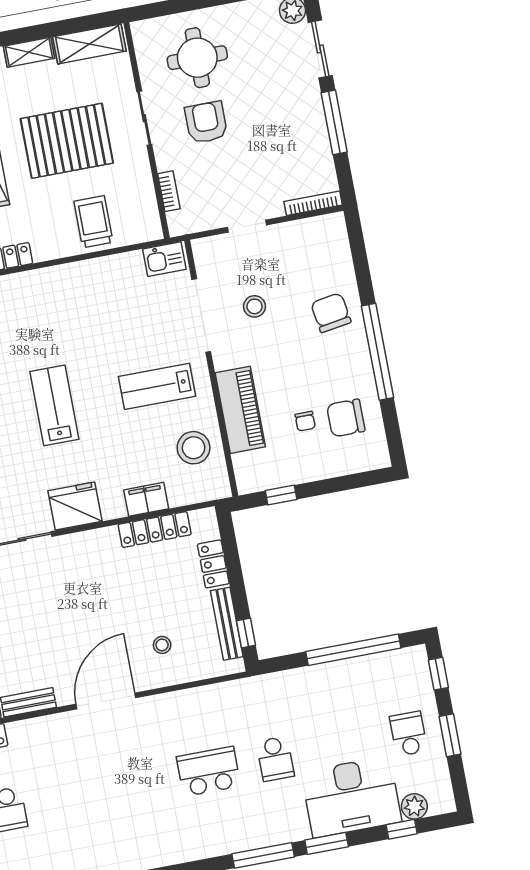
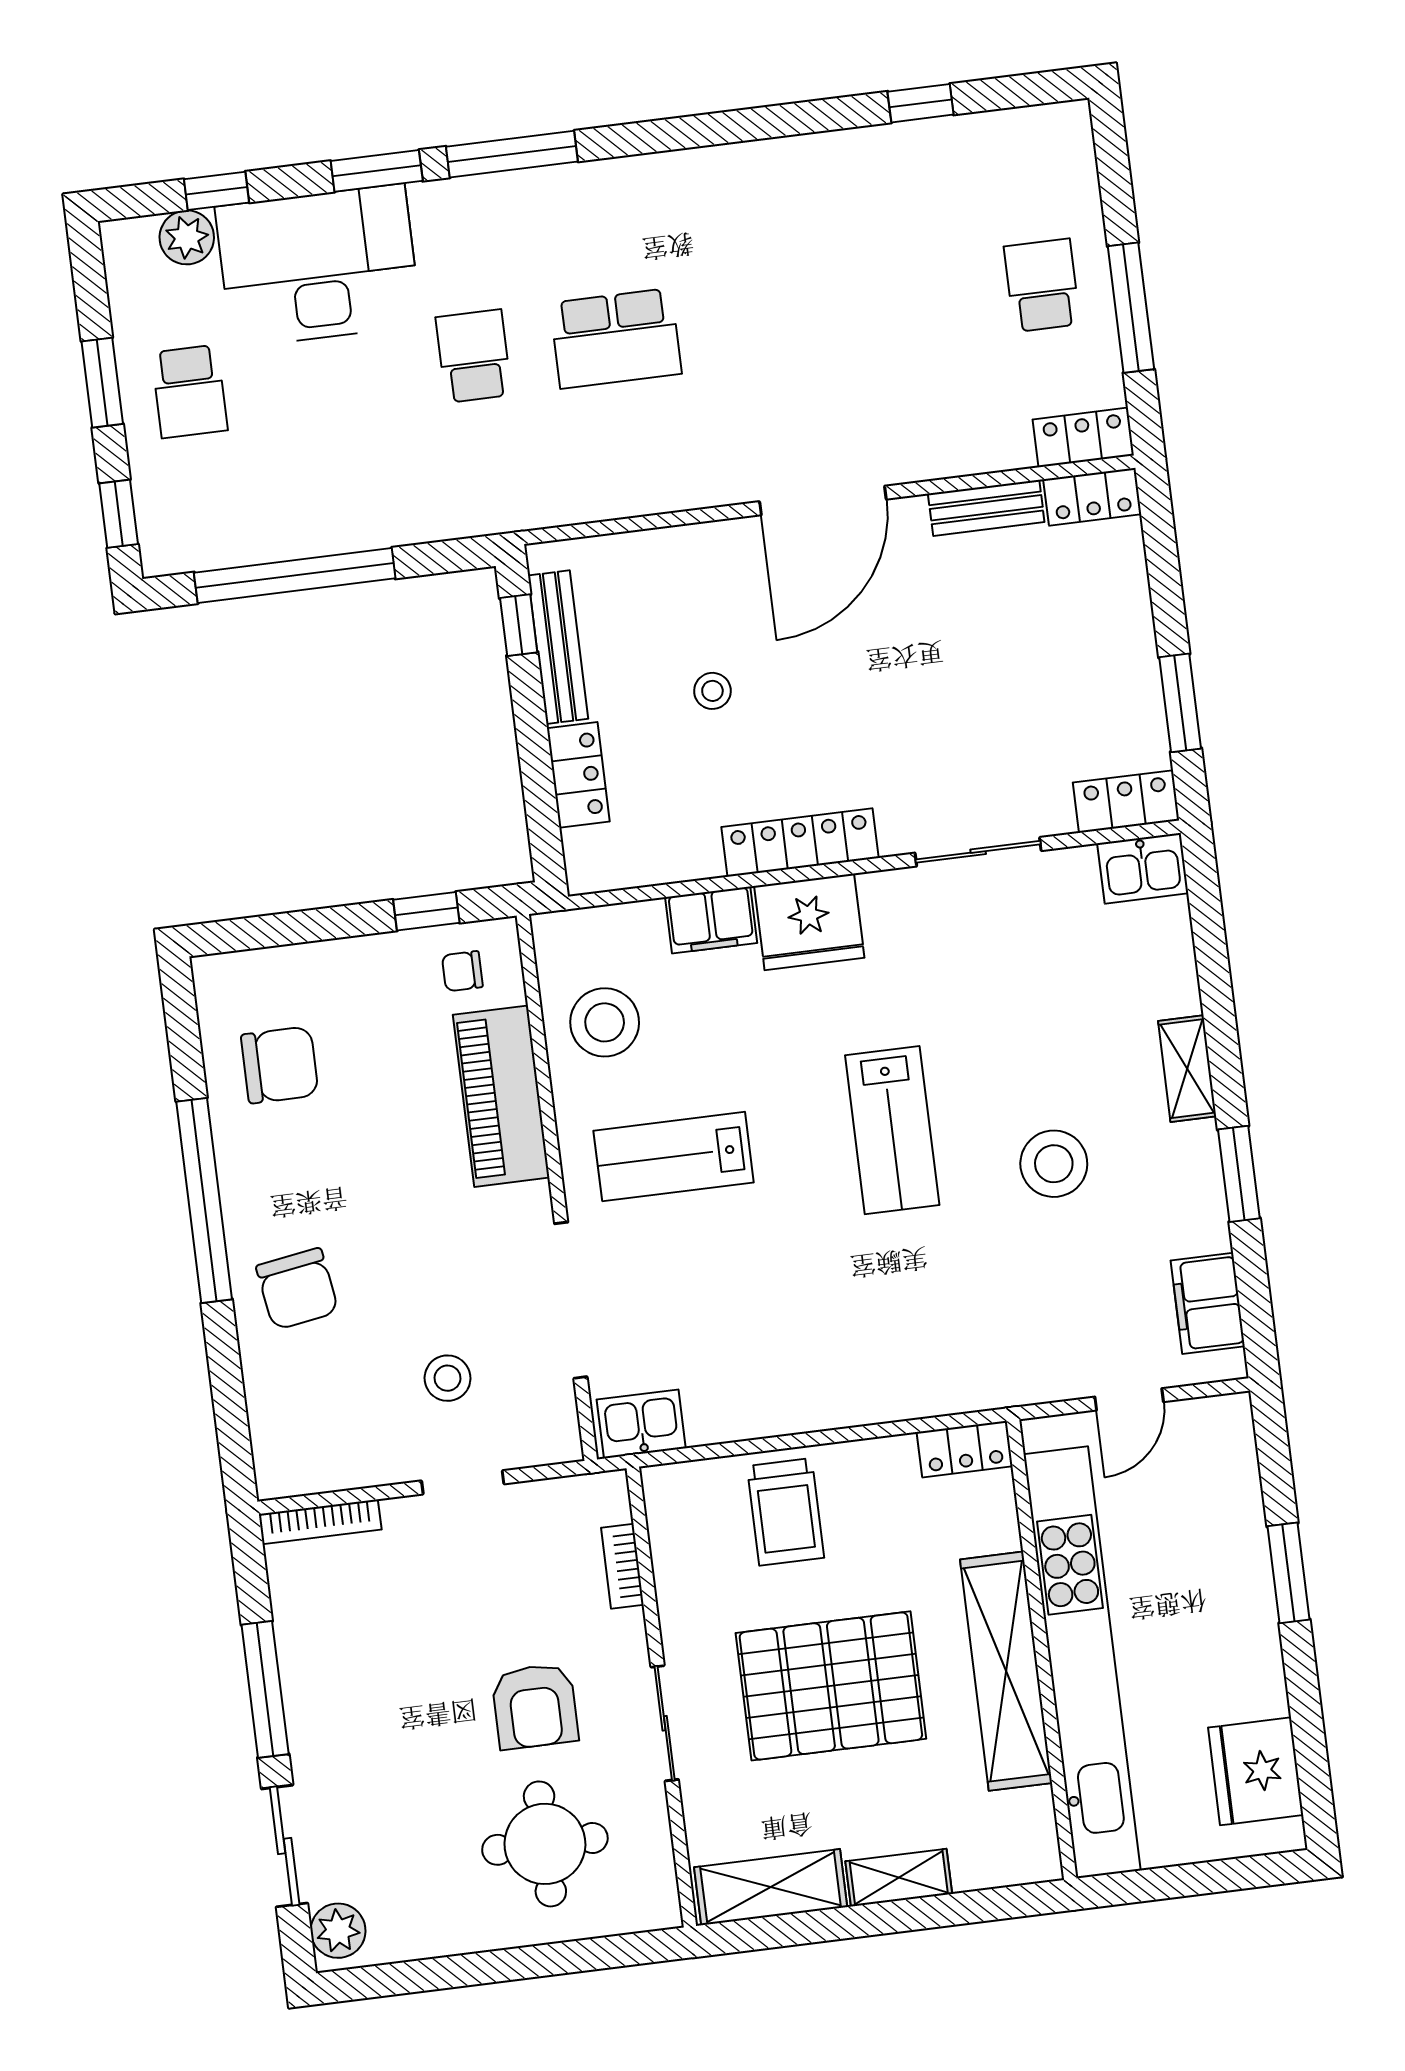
stool: (254, 306) -> (448, 1378), moved
lab bench: (157, 386) -> (674, 1157), turned 180
chair: (305, 421) -> (462, 971), moved, turned -90
fridge: (75, 506) -> (809, 922), moved
locker: (155, 530) -> (800, 842), moved
stool: (162, 645) -> (712, 691), moved

